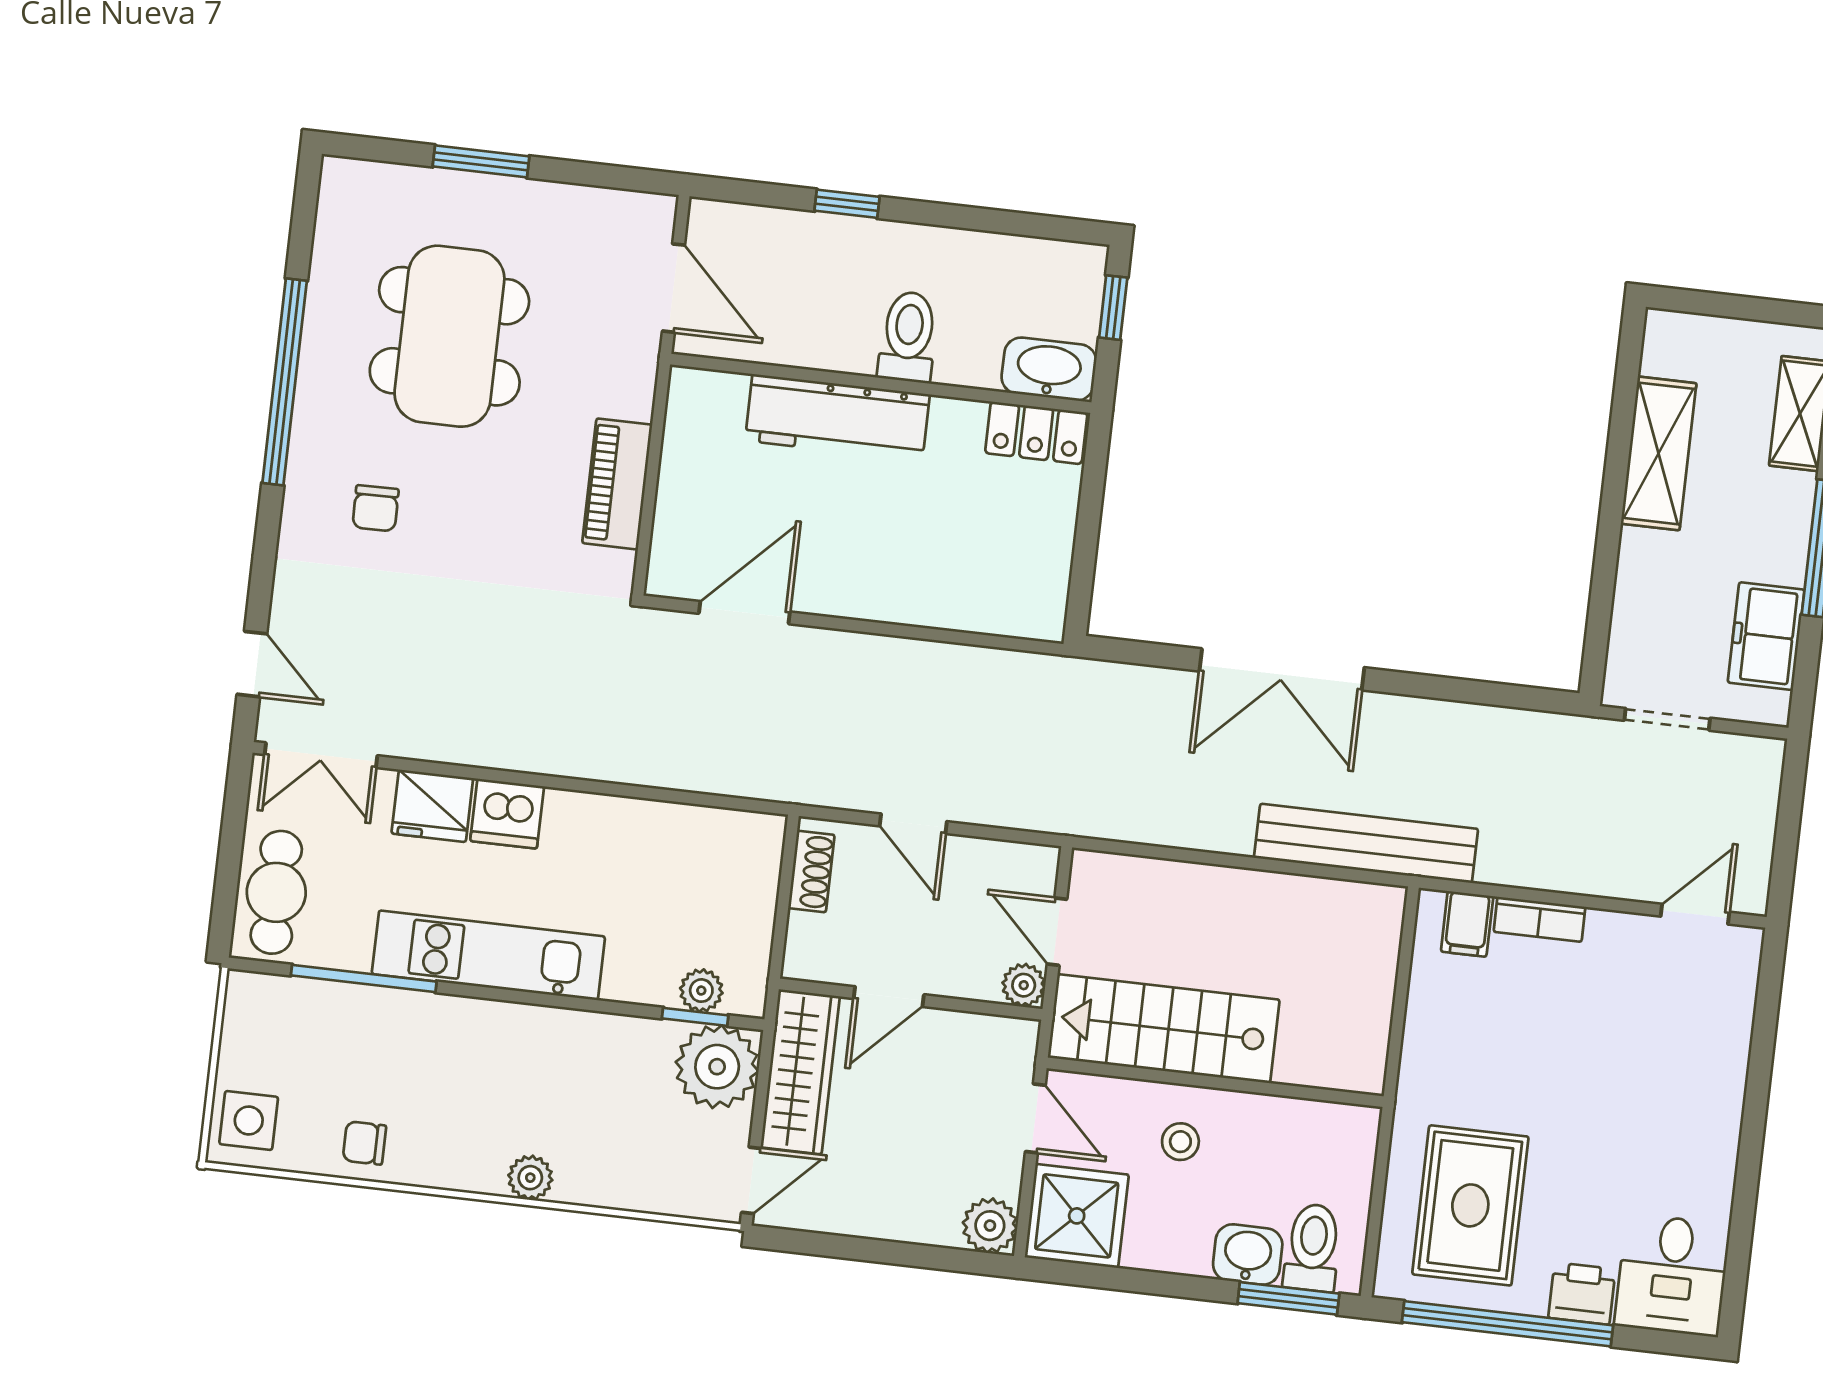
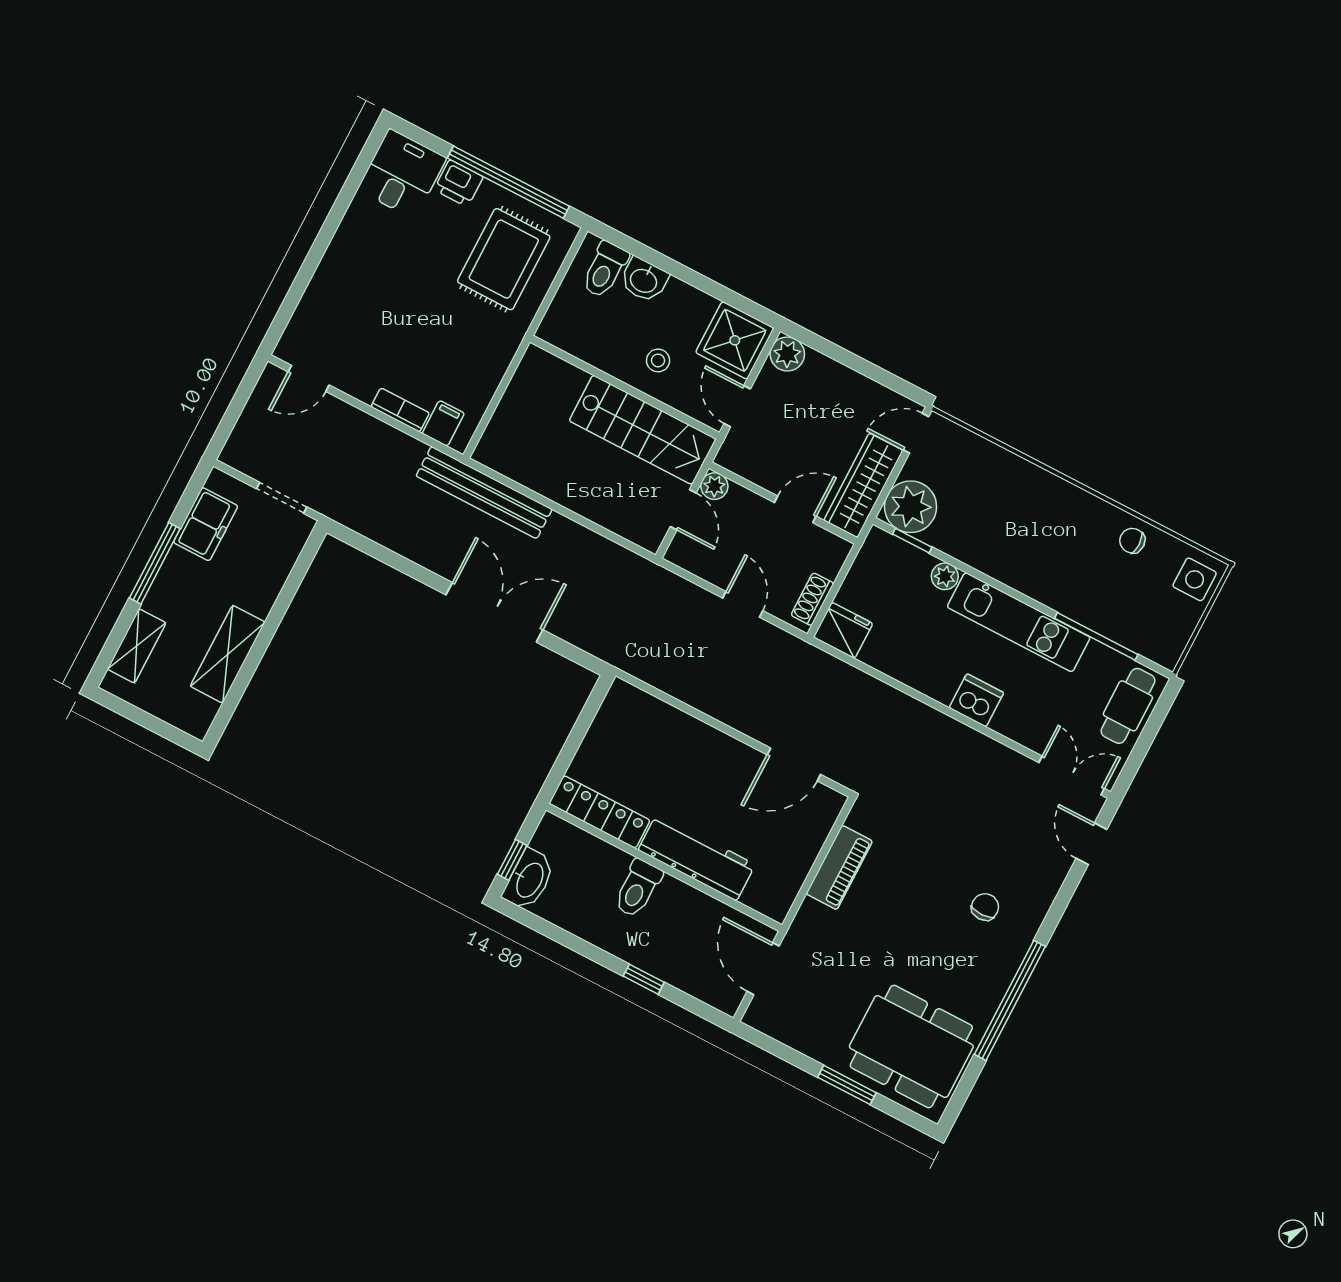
dining table: (449, 336) -> (911, 1046), moved, turned 90
washbasin: (1049, 369) -> (529, 880), moved, turned -90
locker: (1036, 433) -> (600, 812), width x1.53
fridge: (432, 806) -> (843, 630), moved
plant: (701, 991) -> (945, 576), moved
chair: (364, 1143) -> (1132, 541), turned 180
plant: (530, 1178) -> (1044, 484), removed
window: (1288, 1298) -> (630, 245), removed

